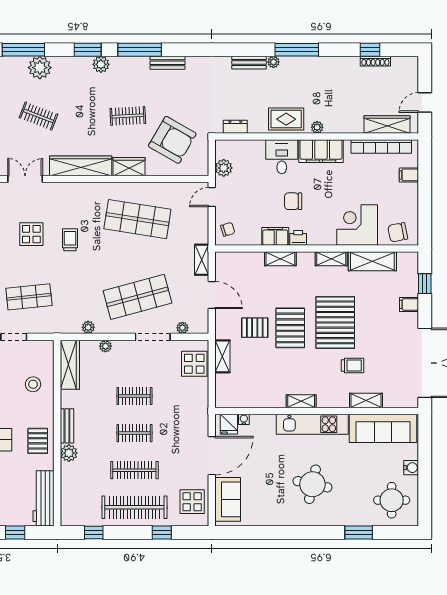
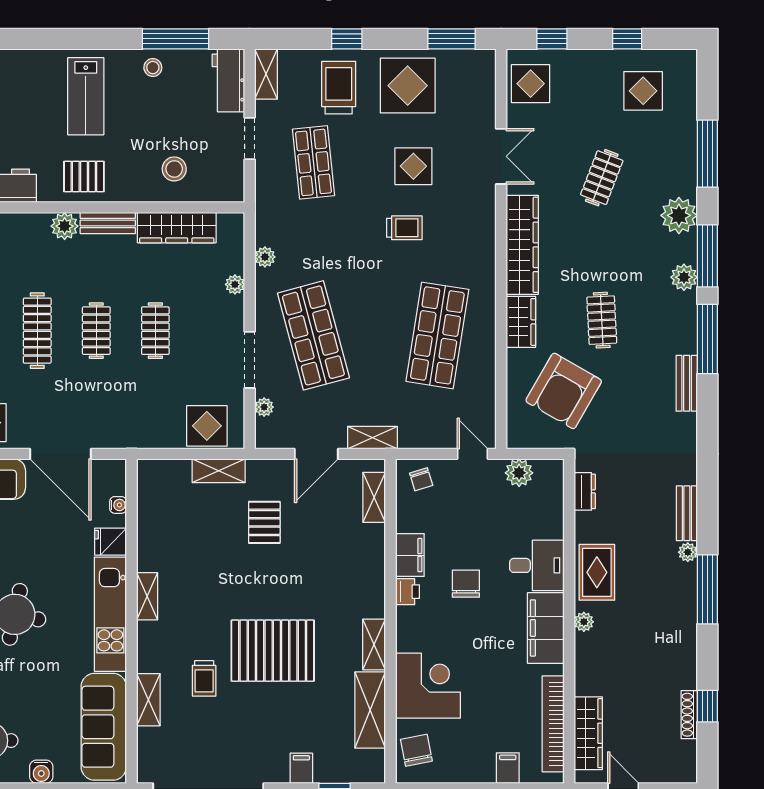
window: (88, 50) -> (707, 256), width x1.44
plant: (40, 68) -> (679, 215), moved
shelving: (280, 259) -> (374, 497), moved
pallet: (290, 328) -> (264, 579), removed
wardrobe: (70, 365) -> (177, 228), moved
fridge: (229, 424) -> (110, 542), moved

